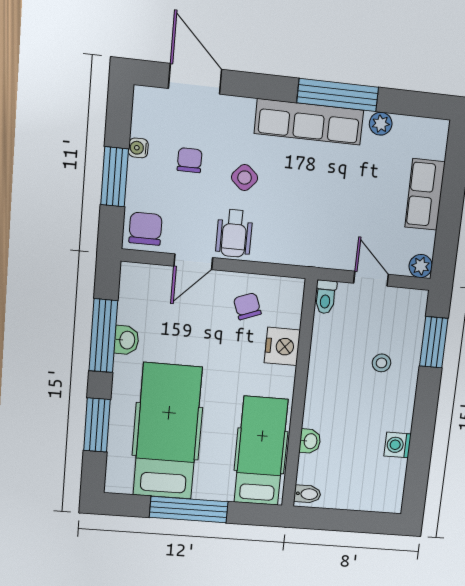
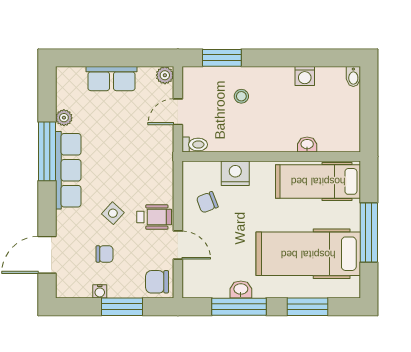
chair: (190, 160) -> (105, 254), turned 180
bidet: (307, 494) -> (353, 77), moved, turned 180

